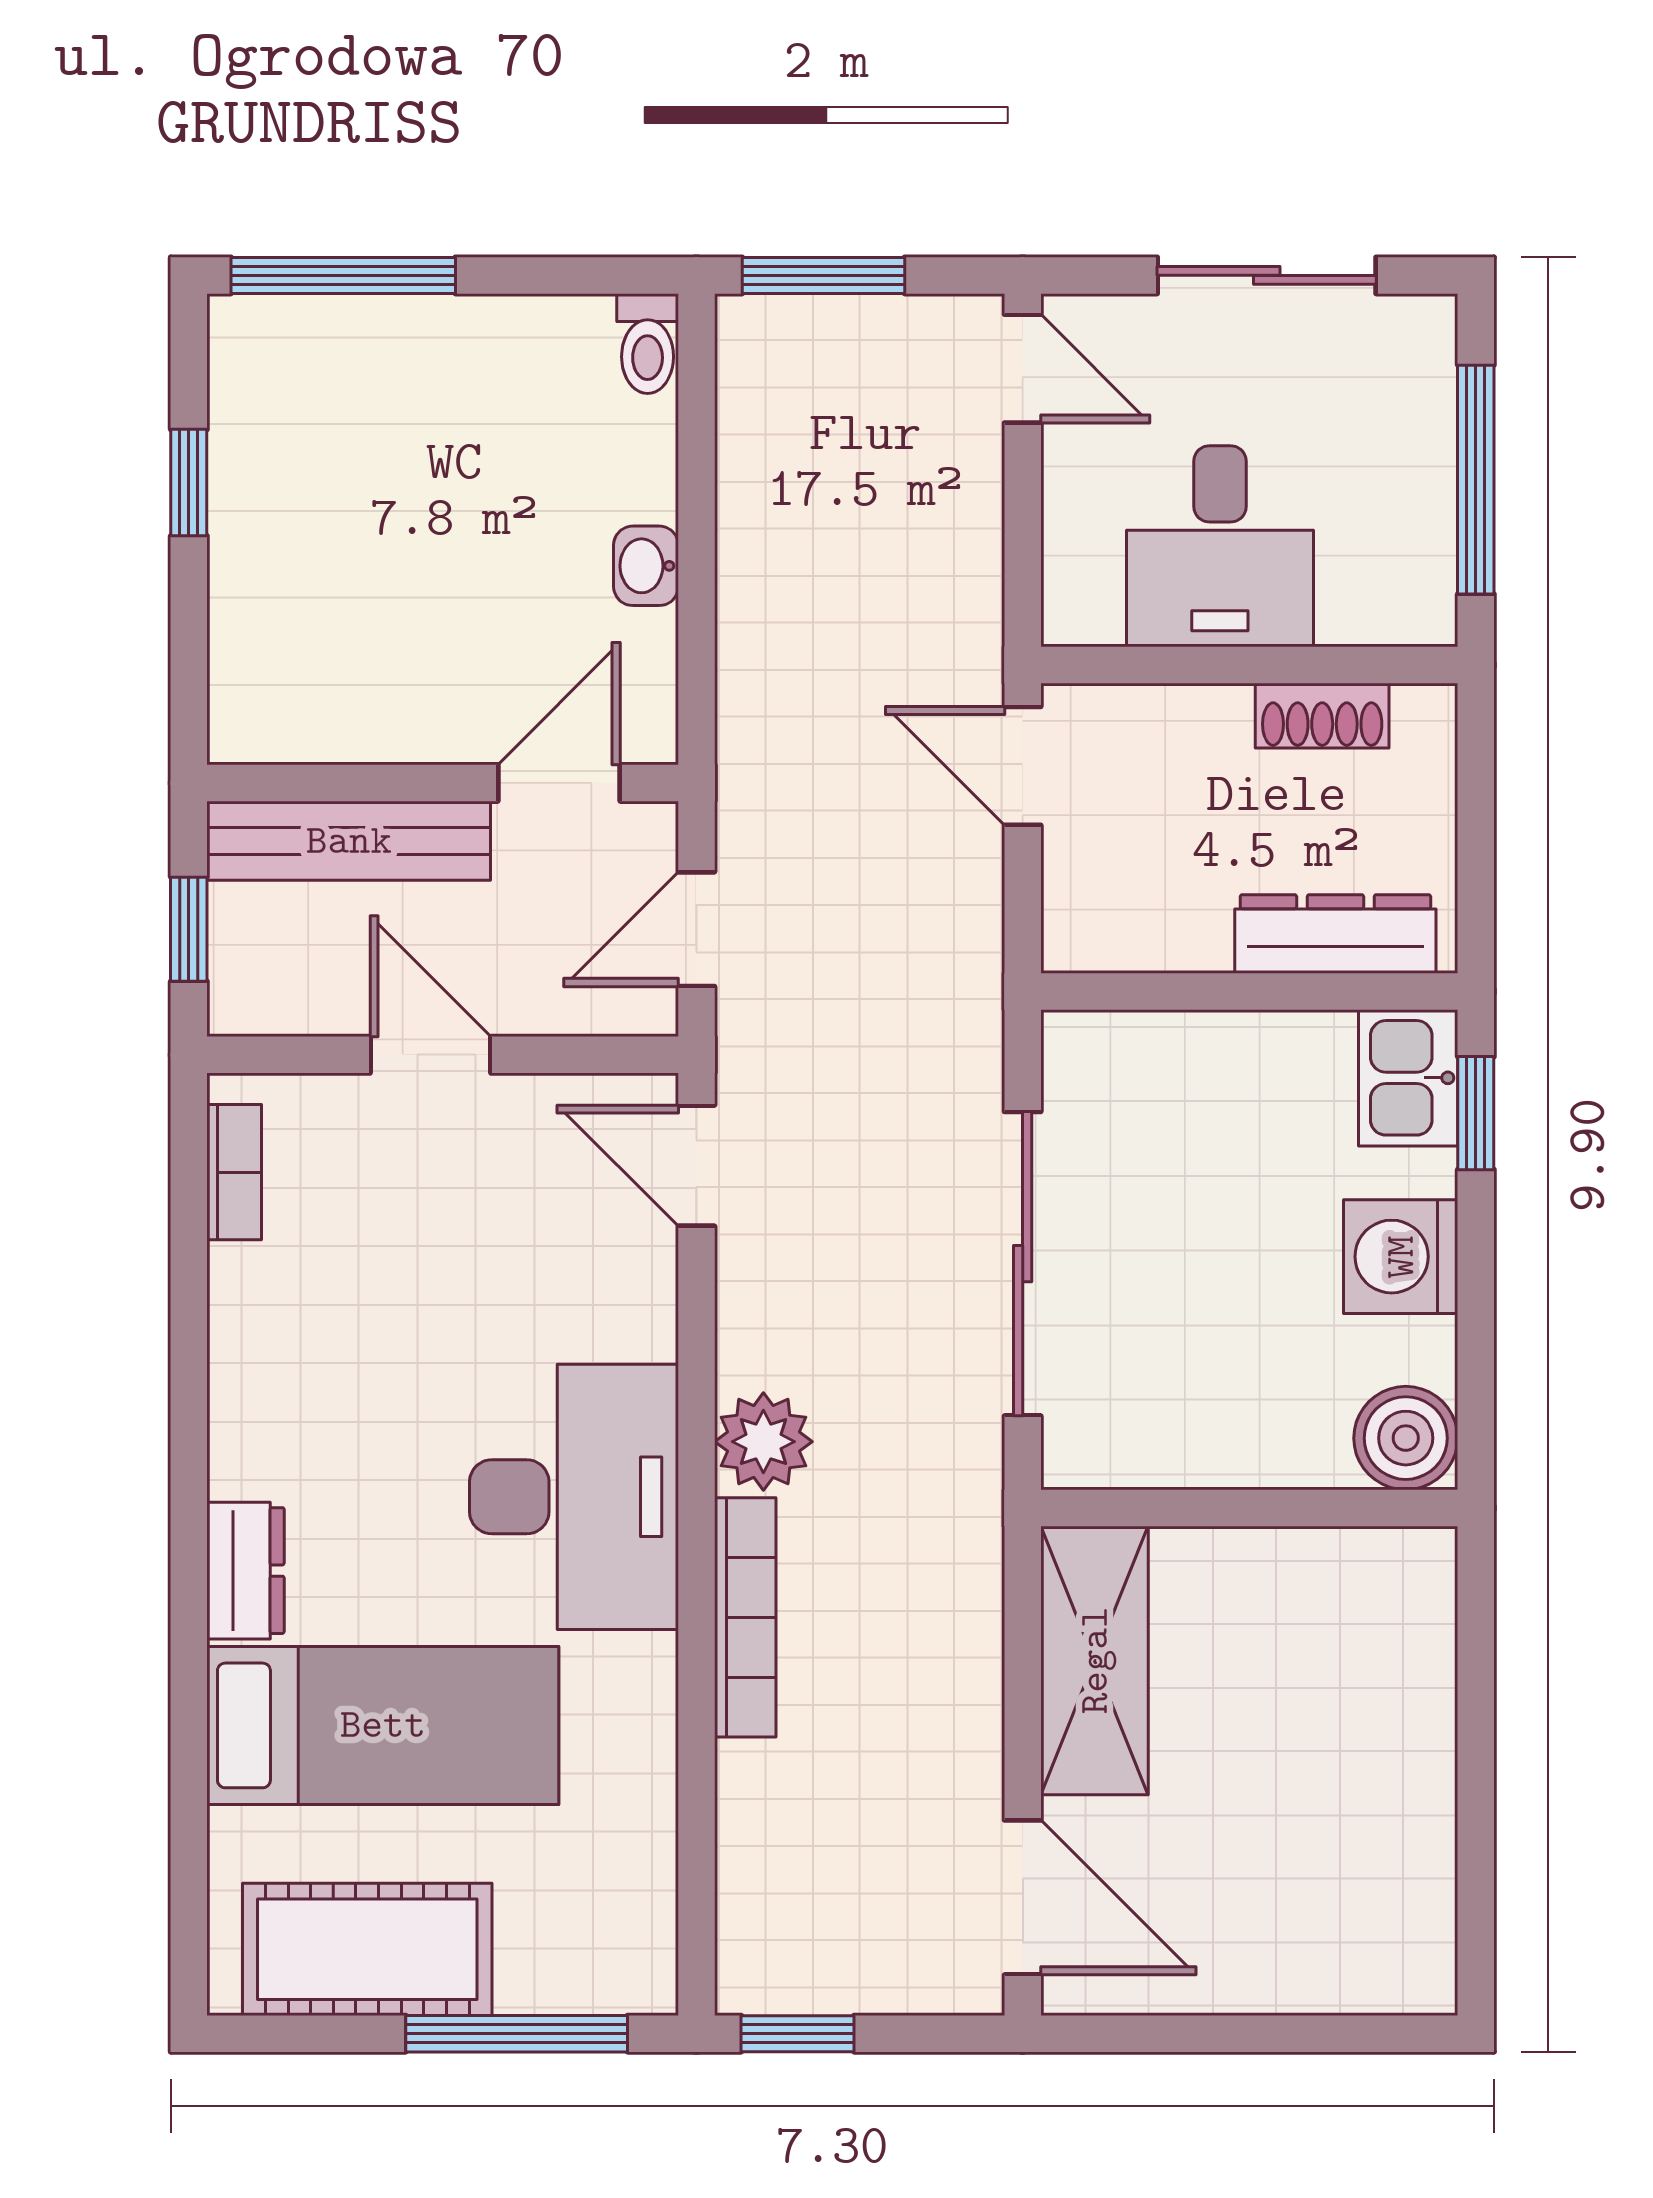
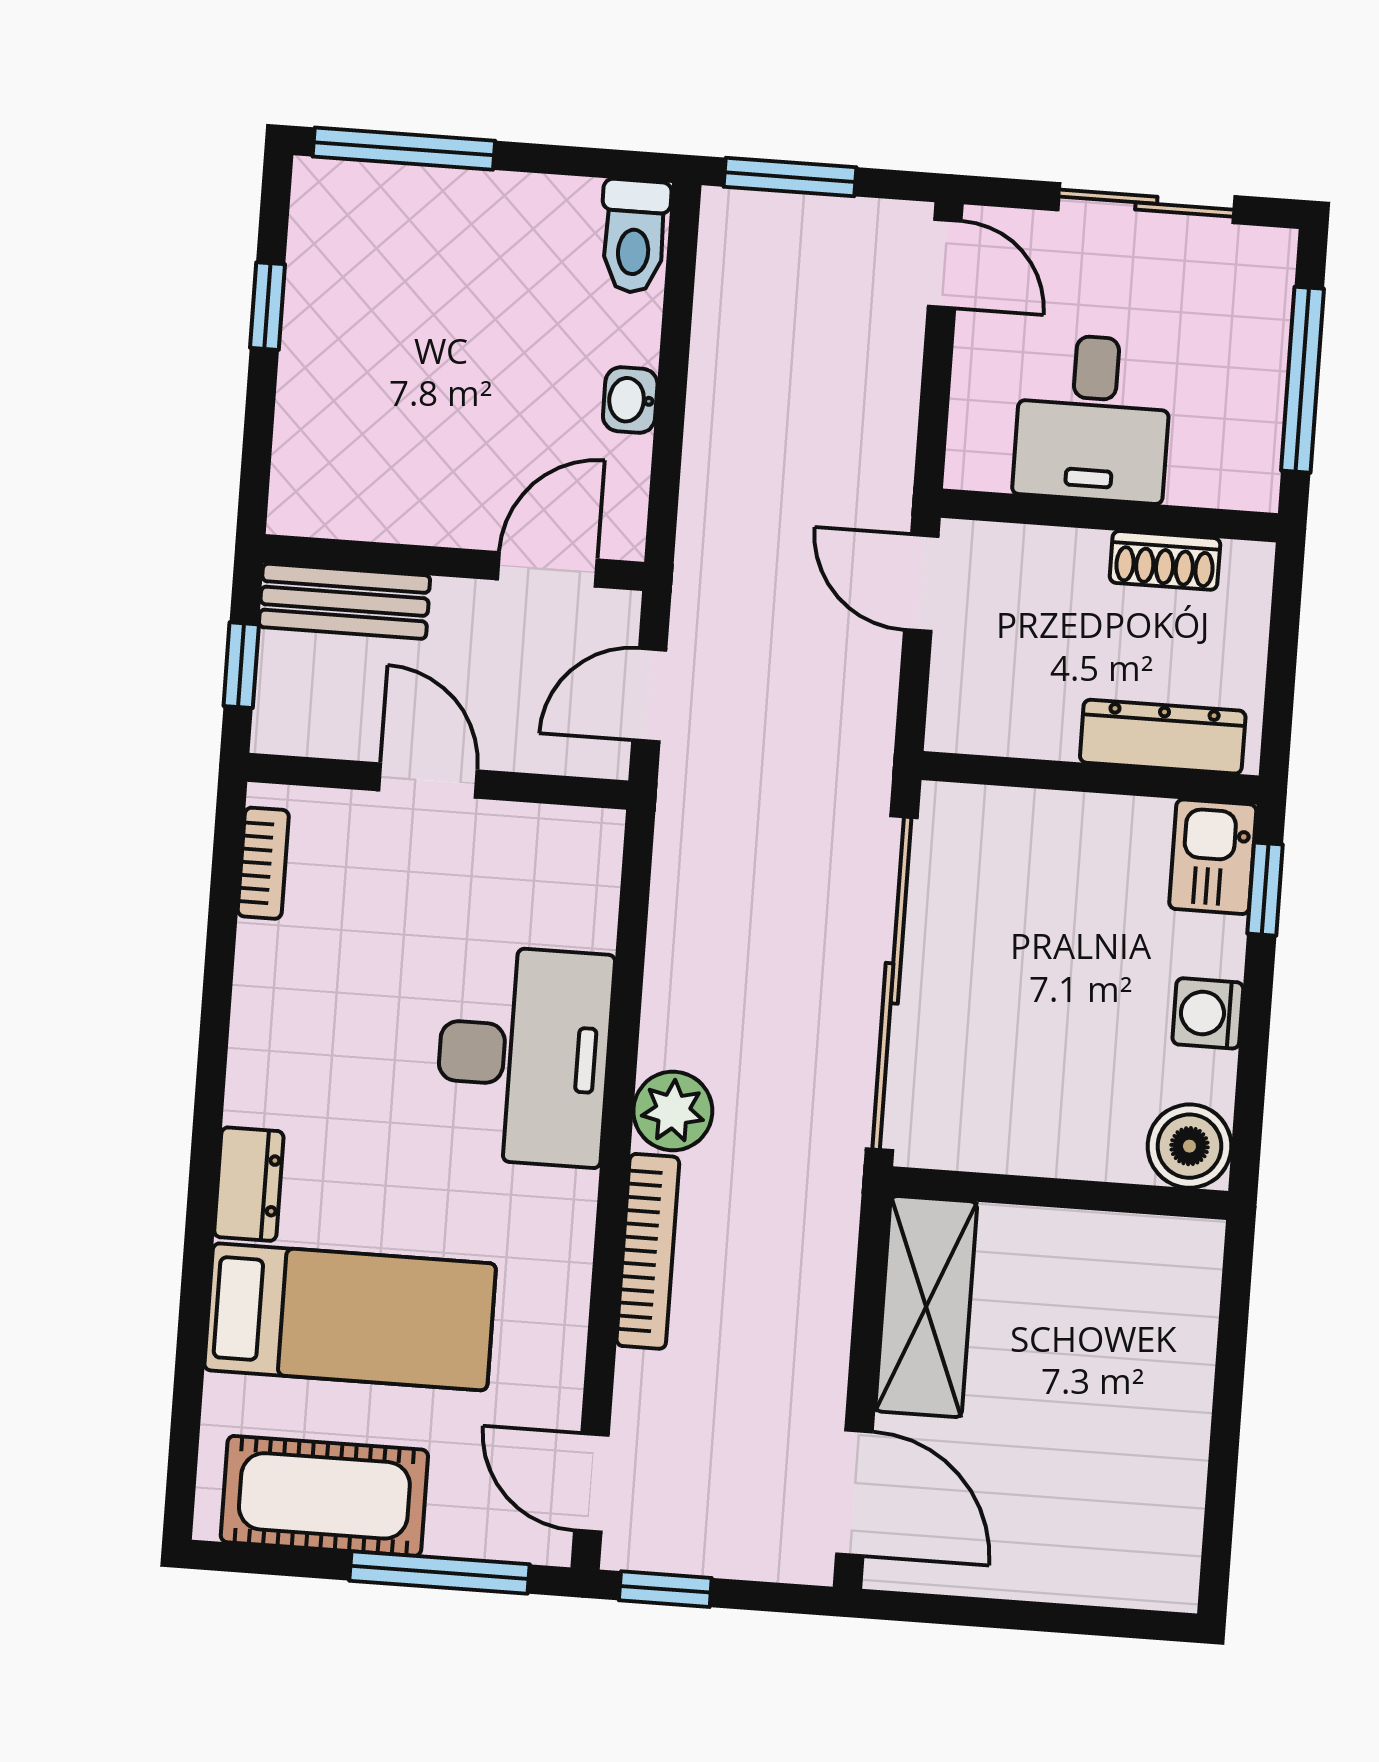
toilet: (648, 344) -> (634, 236), width x1.37, depth x1.39
bench: (349, 841) -> (345, 601), width x0.73
door: (696, 1166) -> (591, 1483), moved
washing machine: (1401, 1257) -> (1208, 1013), width x0.73, depth x0.73
sliding door: (1023, 1264) -> (892, 983), width x1.36
desk: (574, 1497) -> (524, 1056), moved

